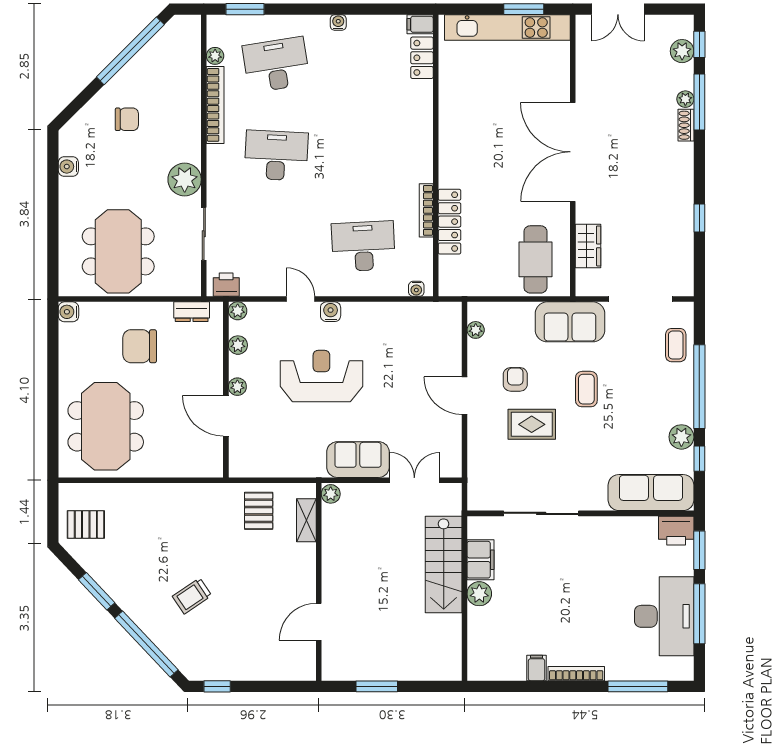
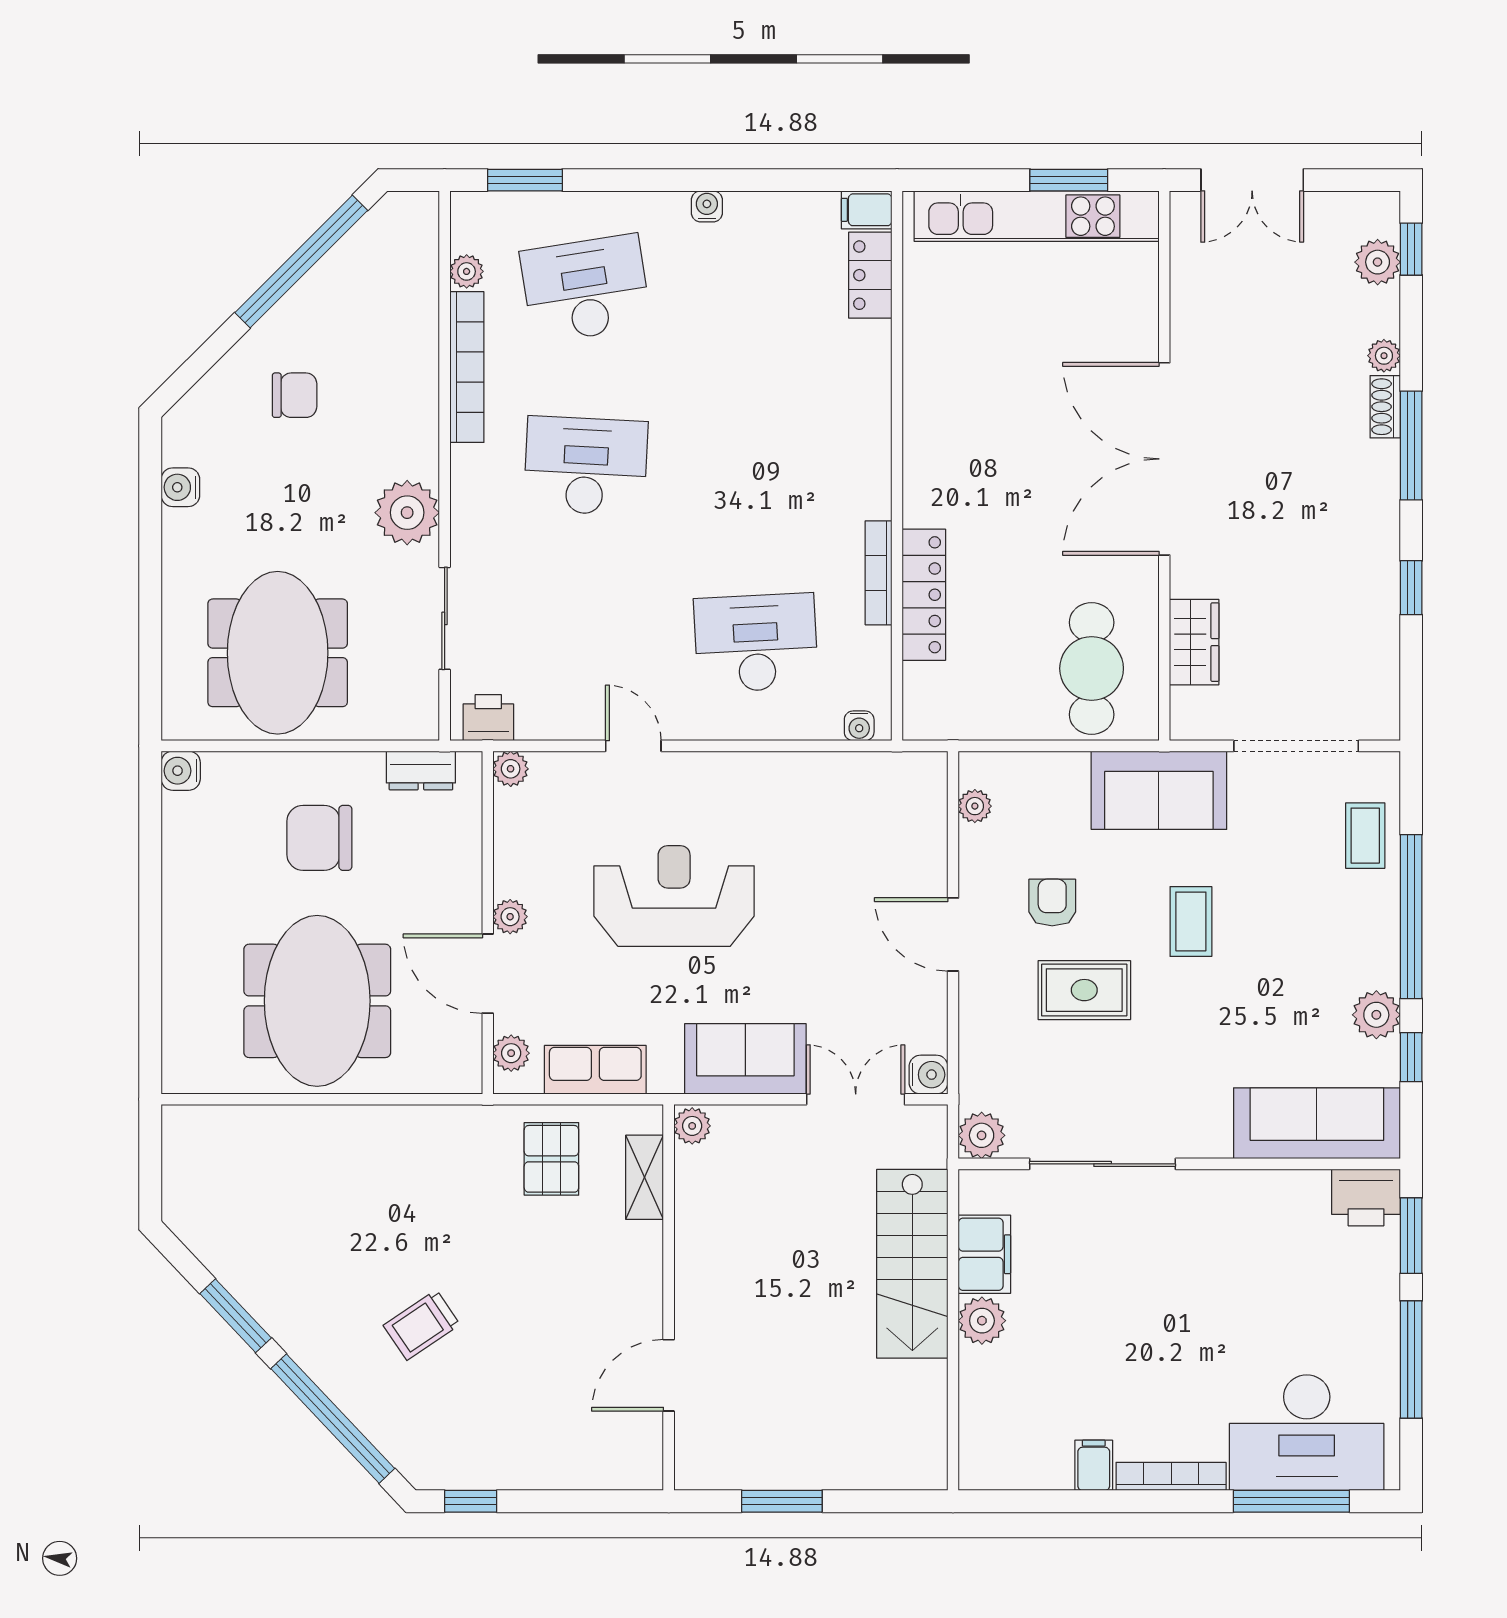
window: (699, 102) -> (1411, 445), moved
water cooler: (331, 312) -> (928, 1075), moved, turned 90
plant: (238, 345) -> (511, 1053), moved
meeting table: (106, 426) -> (317, 1001), moved
row of seats: (281, 465) -> (595, 1070), added
plant: (479, 499) -> (982, 1135), added
pallet: (86, 524) -> (214, 1185), removed
desk: (664, 616) -> (1307, 1433), moved, turned 90

